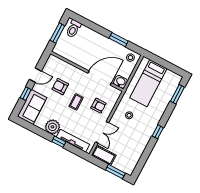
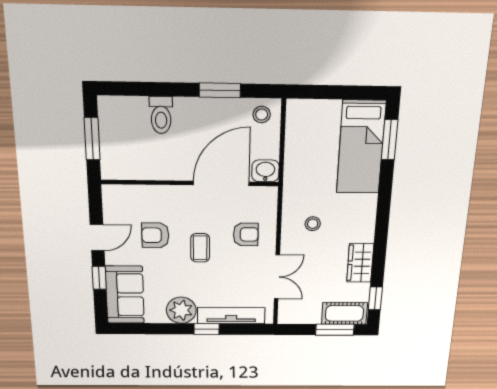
toilet: (73, 29) -> (161, 115), moved
bed: (148, 83) -> (361, 147), moved
window: (158, 132) -> (375, 298), moved
wardrobe: (141, 144) -> (360, 263), added
cot: (104, 155) -> (344, 313), moved

